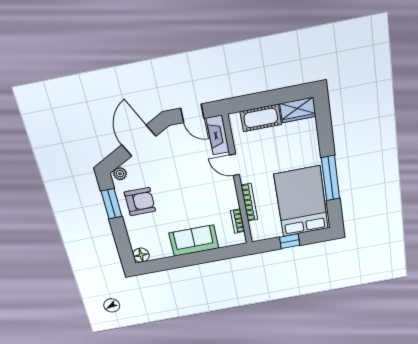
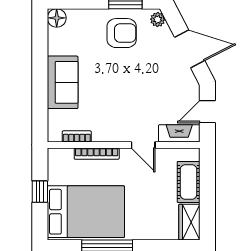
door: (234, 165) -> (143, 145), swing flipped
armchair: (140, 202) -> (122, 33), turned -90

